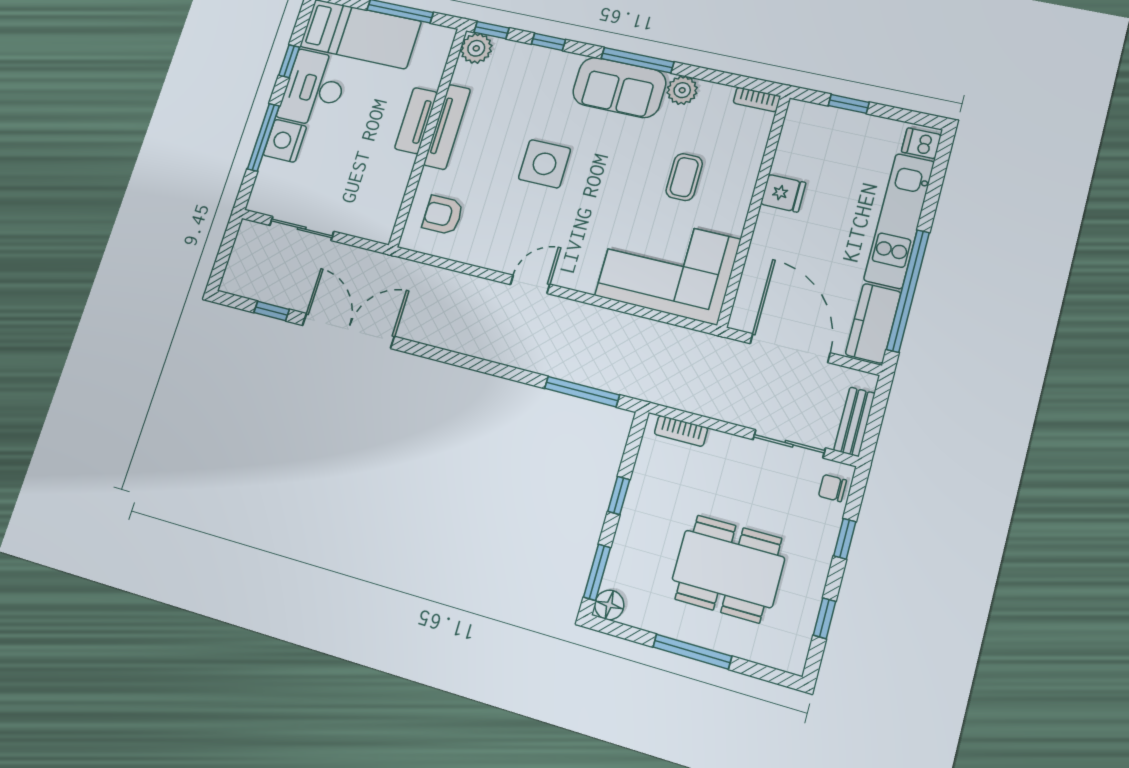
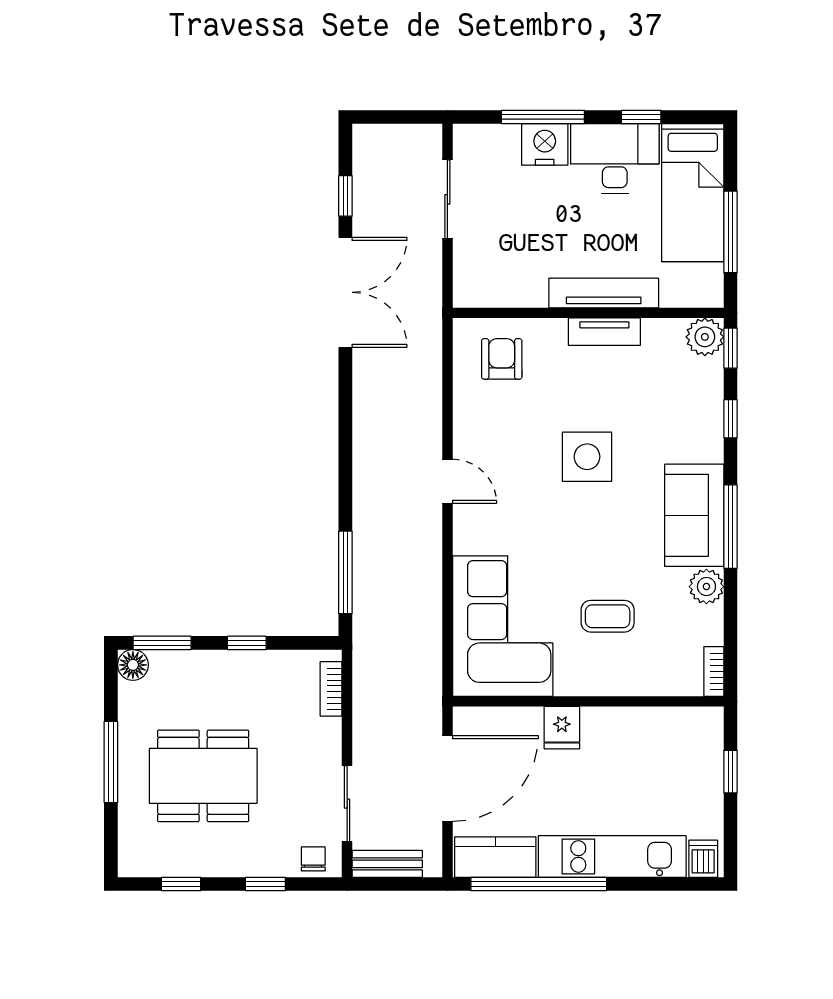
tv unit: (416, 121) -> (604, 293), width x1.41
tv unit: (447, 127) -> (604, 332), width x0.71
fridge: (783, 193) -> (562, 728), moved
dining table: (728, 569) -> (203, 776), turned 90

